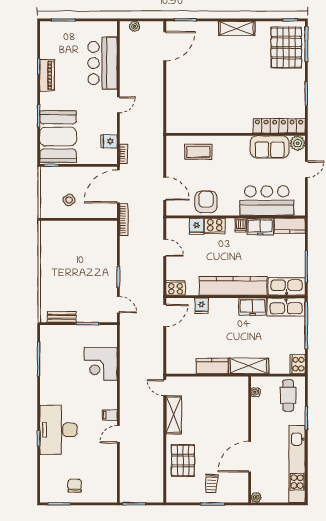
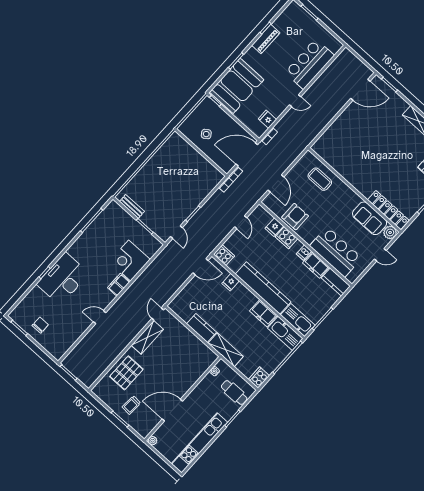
plant: (135, 26) -> (352, 59), removed
cafe table: (288, 395) -> (234, 393), turned 90
filing cabinet: (110, 415) -> (119, 285), moved, width x2.00

